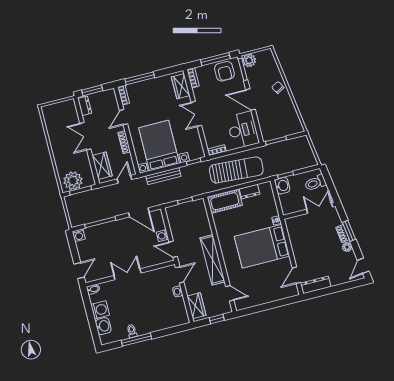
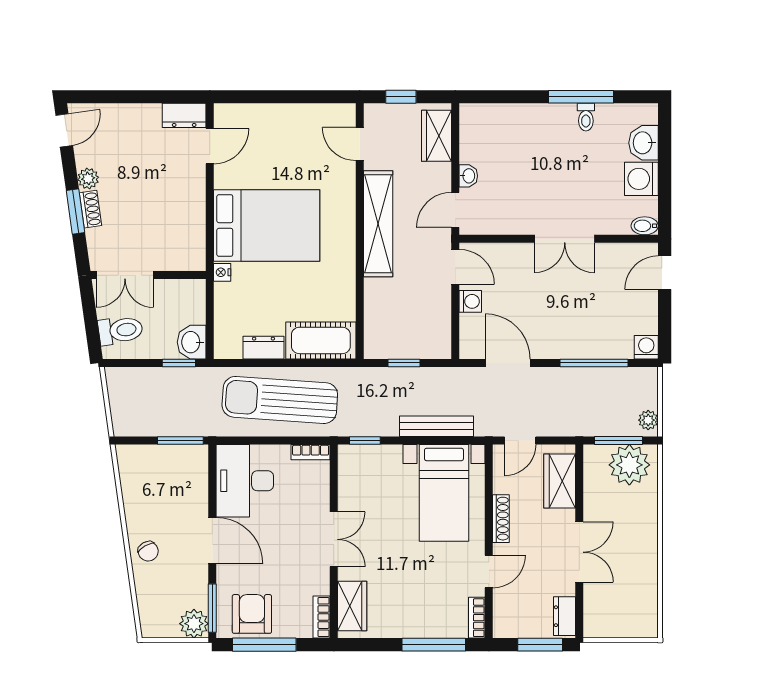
bed with nightstands: (159, 146) -> (444, 493), width x0.73
plant: (70, 203) -> (648, 420), added
dresser: (316, 285) -> (184, 115), width x0.70

